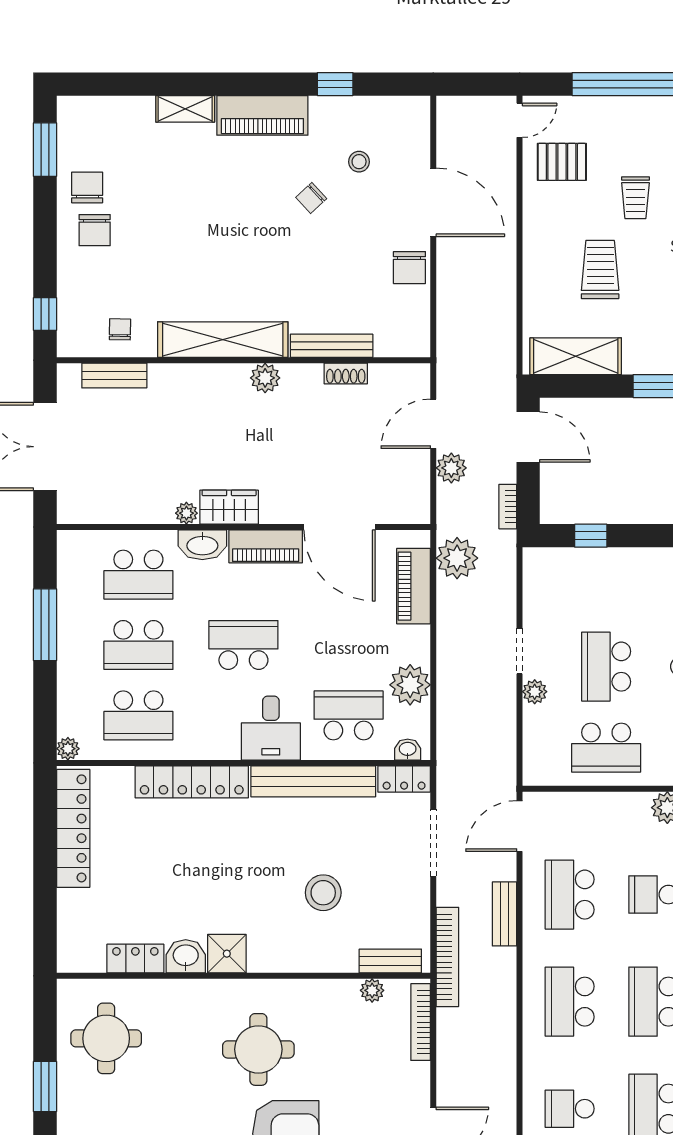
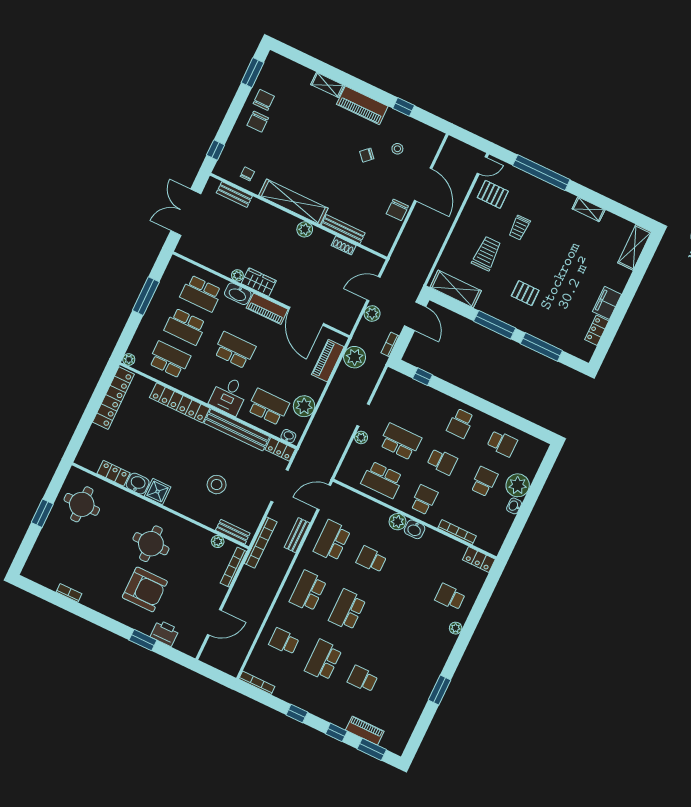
school desk: (606, 667) -> (400, 442), turned 90
school desk: (138, 715) -> (169, 360), turned 180

